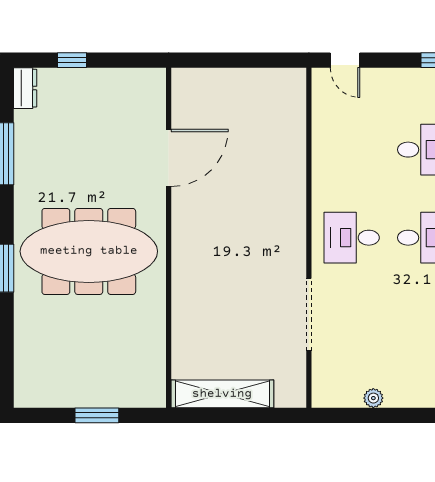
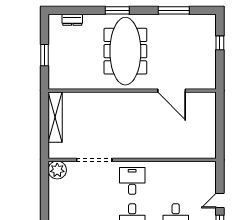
door: (345, 60) -> (220, 201), moved
dresser: (25, 88) -> (72, 20), moved
plant: (373, 398) -> (57, 170), moved, width x1.87, depth x1.87

